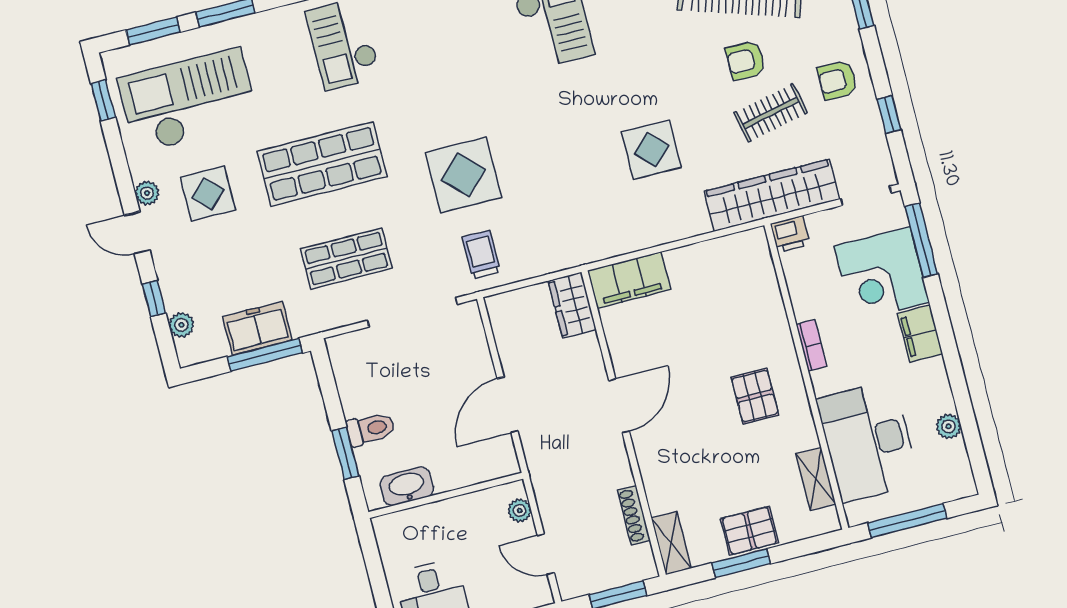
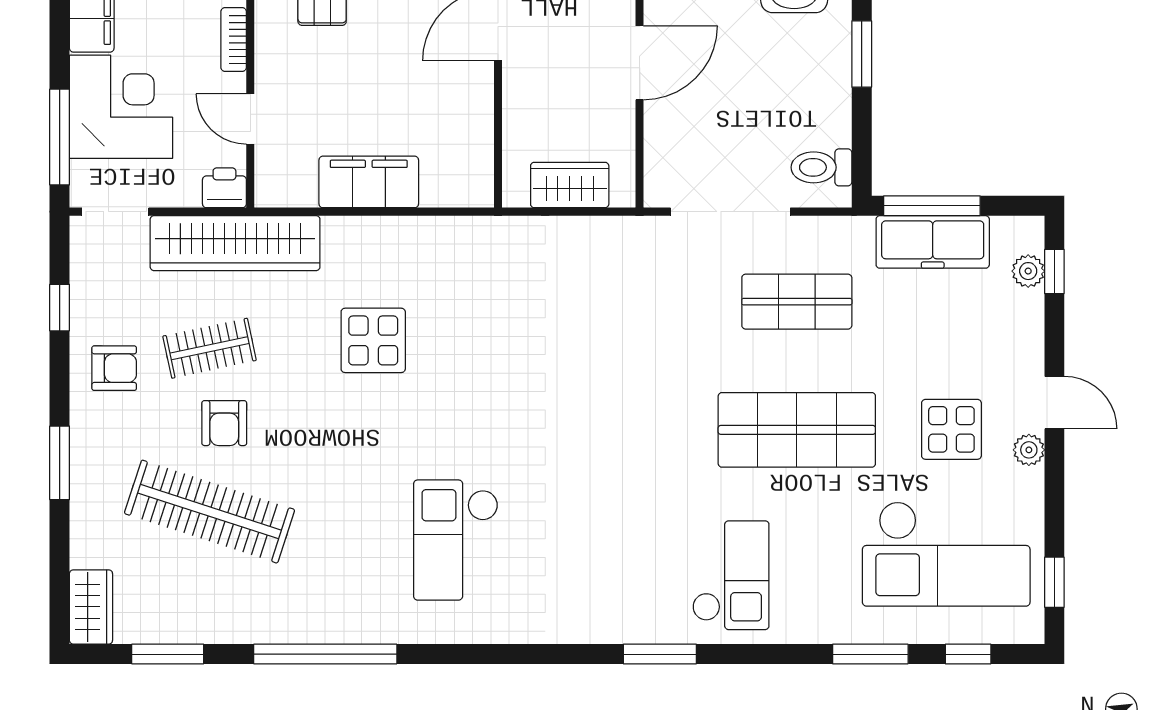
window: (153, 31) -> (968, 654), width x0.67
armchair: (746, 60) -> (224, 423), turned 90
display table: (463, 175) -> (621, 370), removed
trolley: (481, 255) -> (624, 263), removed
filing cabinet: (629, 280) -> (369, 182), moved
door: (784, 290) -> (250, 119), added
window: (154, 299) -> (1054, 271), moved
wardrobe: (572, 305) -> (570, 185), moved, turned -90
freezer: (257, 328) -> (933, 242), width x1.40
toilet: (371, 429) -> (821, 167), moved

